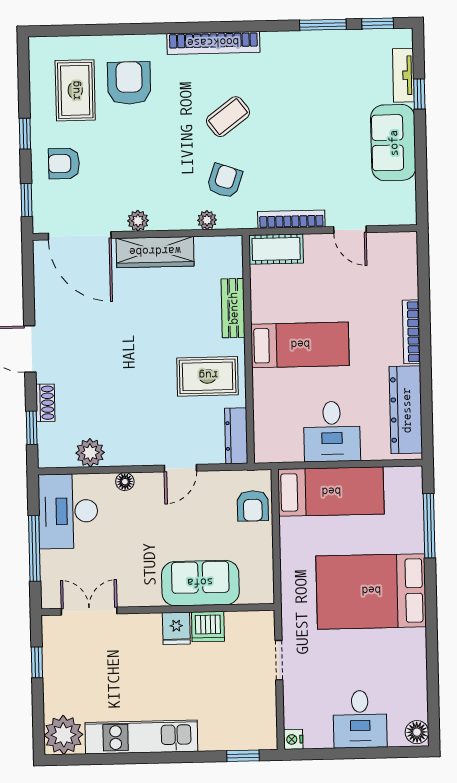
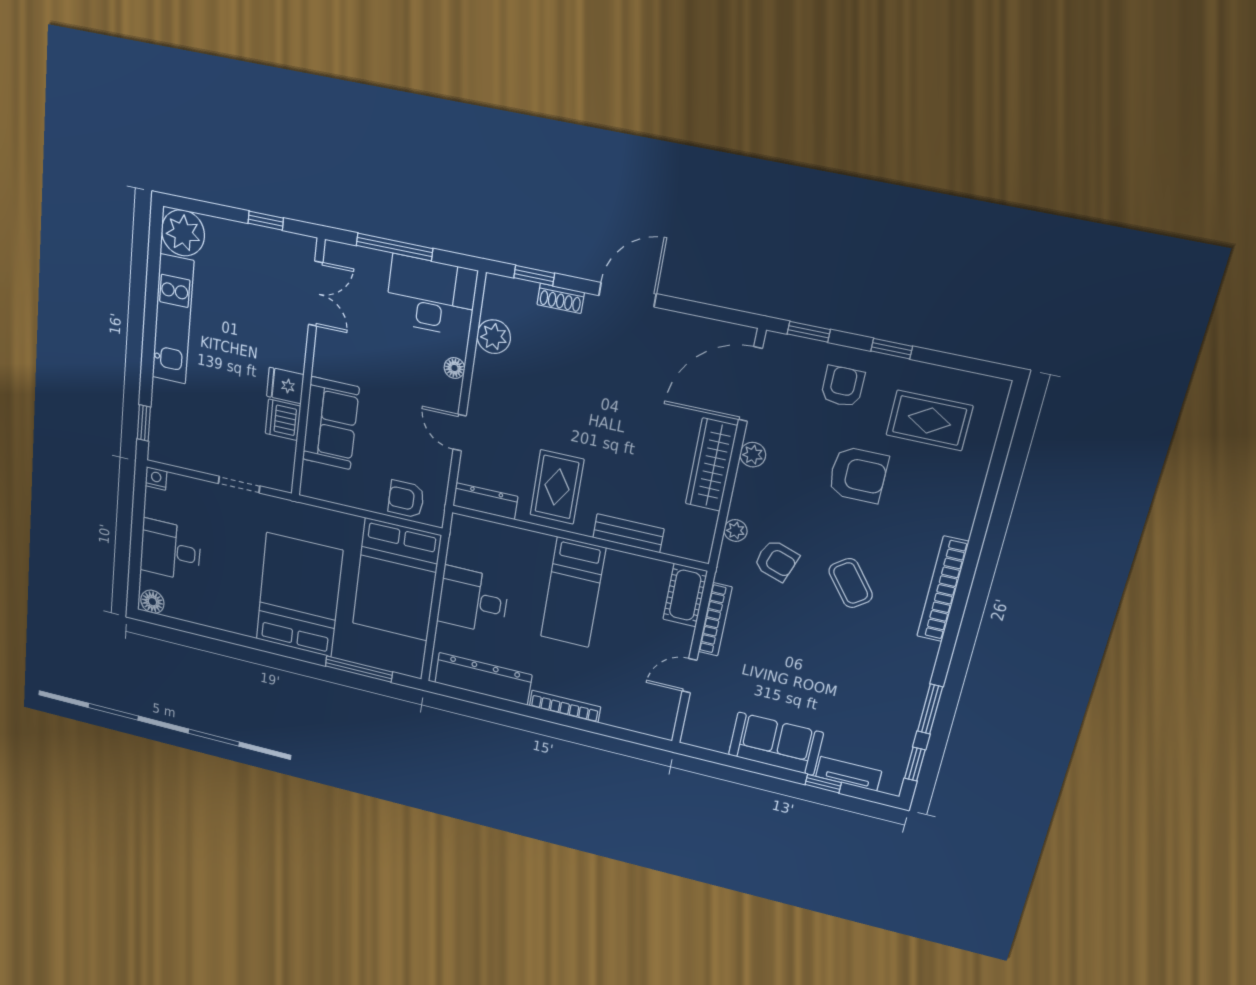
armchair: (129, 83) -> (858, 475), moved
bed: (331, 492) -> (396, 580), width x1.50

